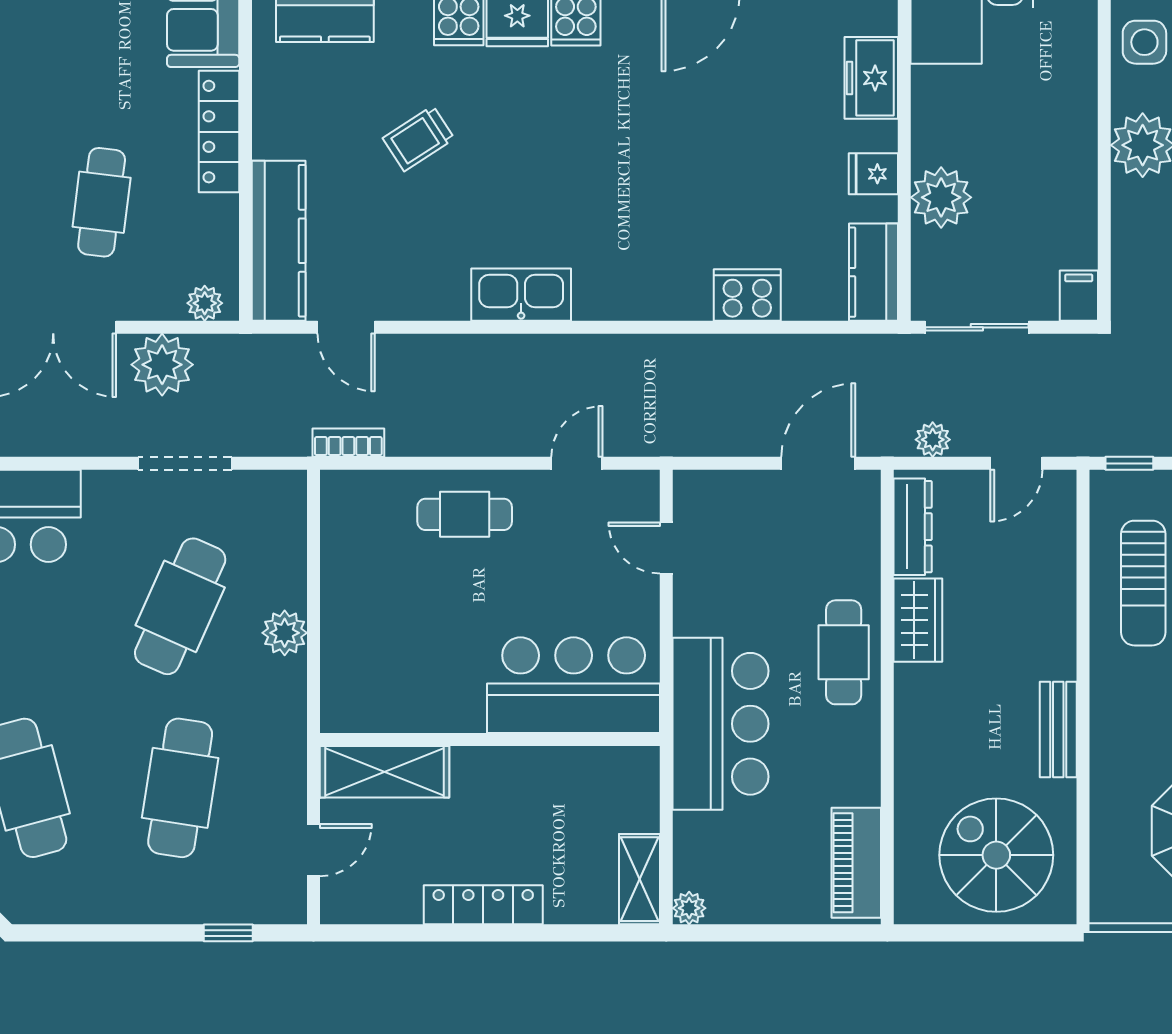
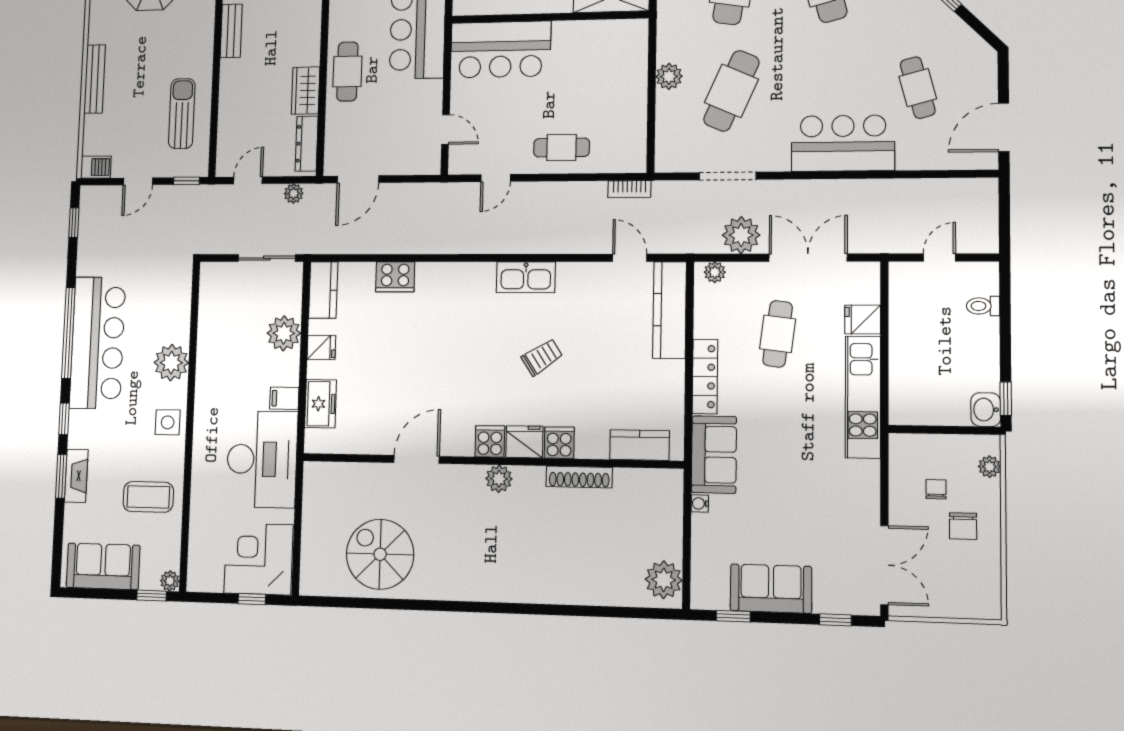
trolley: (419, 139) -> (542, 357), moved
filing cabinet: (1079, 296) -> (284, 398), moved, turned 90

